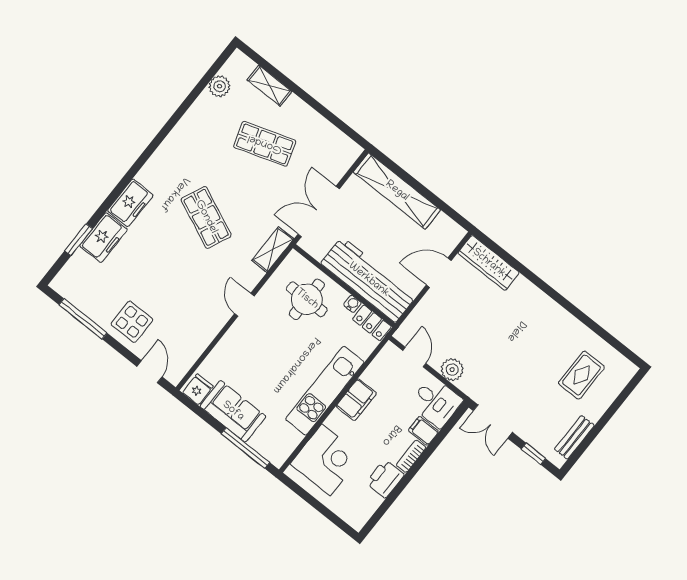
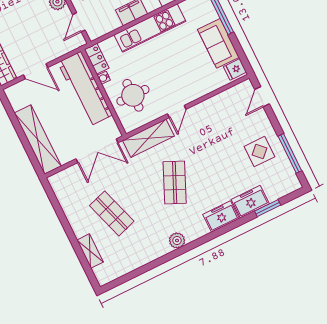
plant: (220, 86) -> (177, 240), moved
shelving: (273, 250) -> (148, 138), width x1.50, depth x1.33
display table: (132, 322) -> (259, 152), moved

